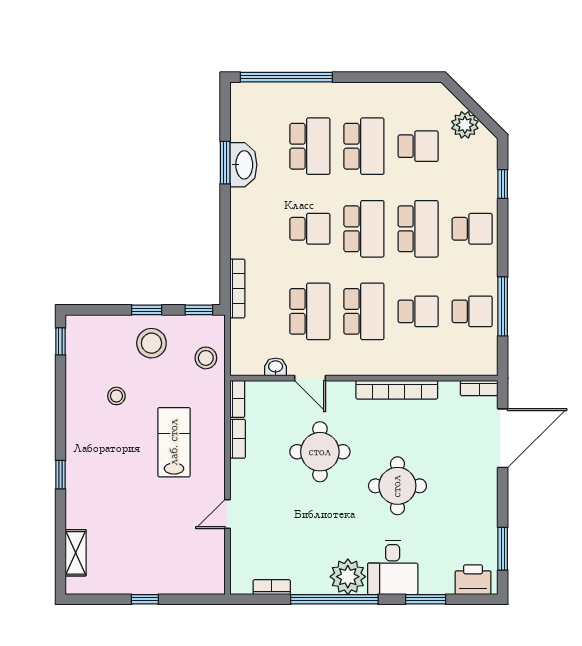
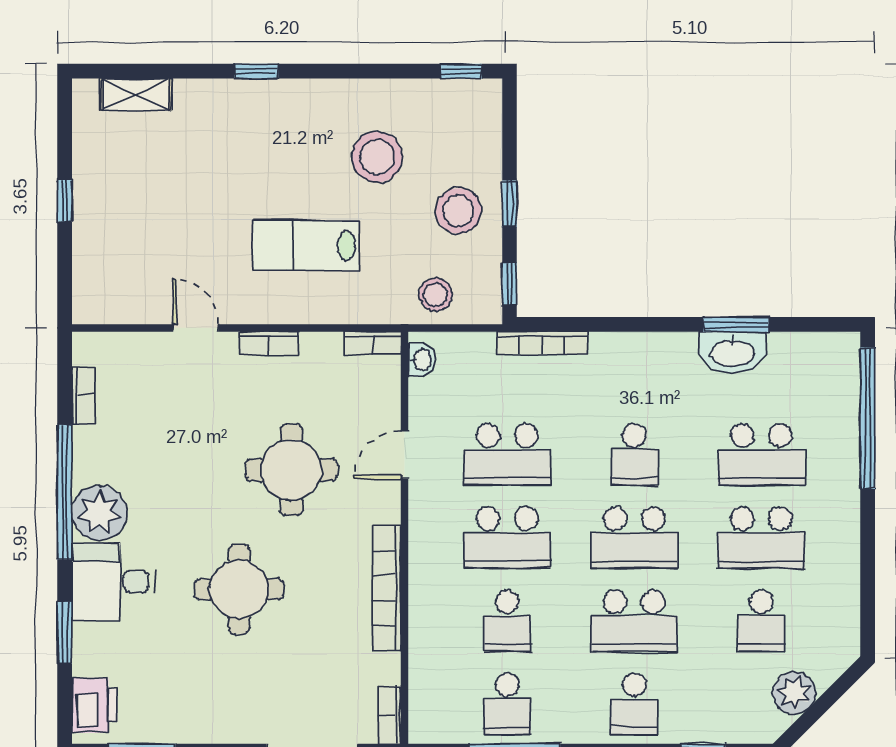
washbasin: (276, 367) -> (422, 360), moved
stool: (116, 396) -> (377, 157), width x1.89, depth x1.89
bookcase: (238, 439) -> (269, 343), moved
lab bench: (174, 442) -> (306, 246), turned 180

